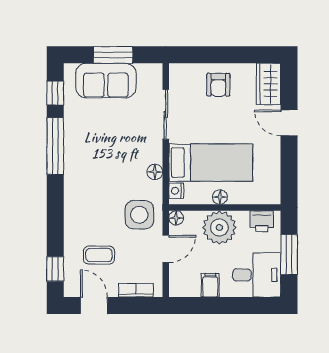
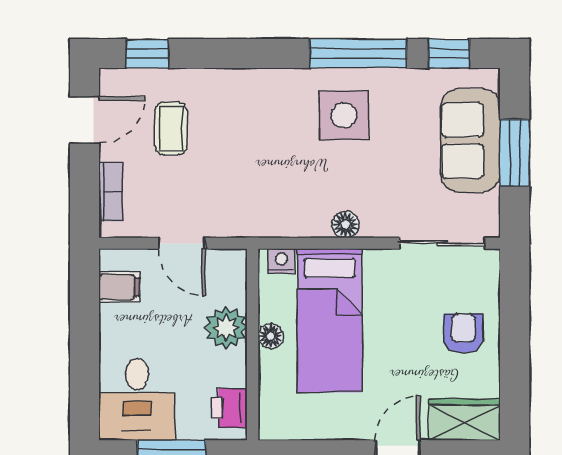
armchair: (218, 85) -> (463, 333), turned 90
sliding door: (166, 114) -> (442, 243), moved
floor lamp: (155, 172) -> (346, 224), moved
side table: (139, 215) -> (344, 115), moved
floor lamp: (176, 218) -> (235, 261), removed
plant: (219, 227) -> (226, 328), width x0.73, depth x0.73
filing cabinet: (210, 285) -> (119, 287), moved

